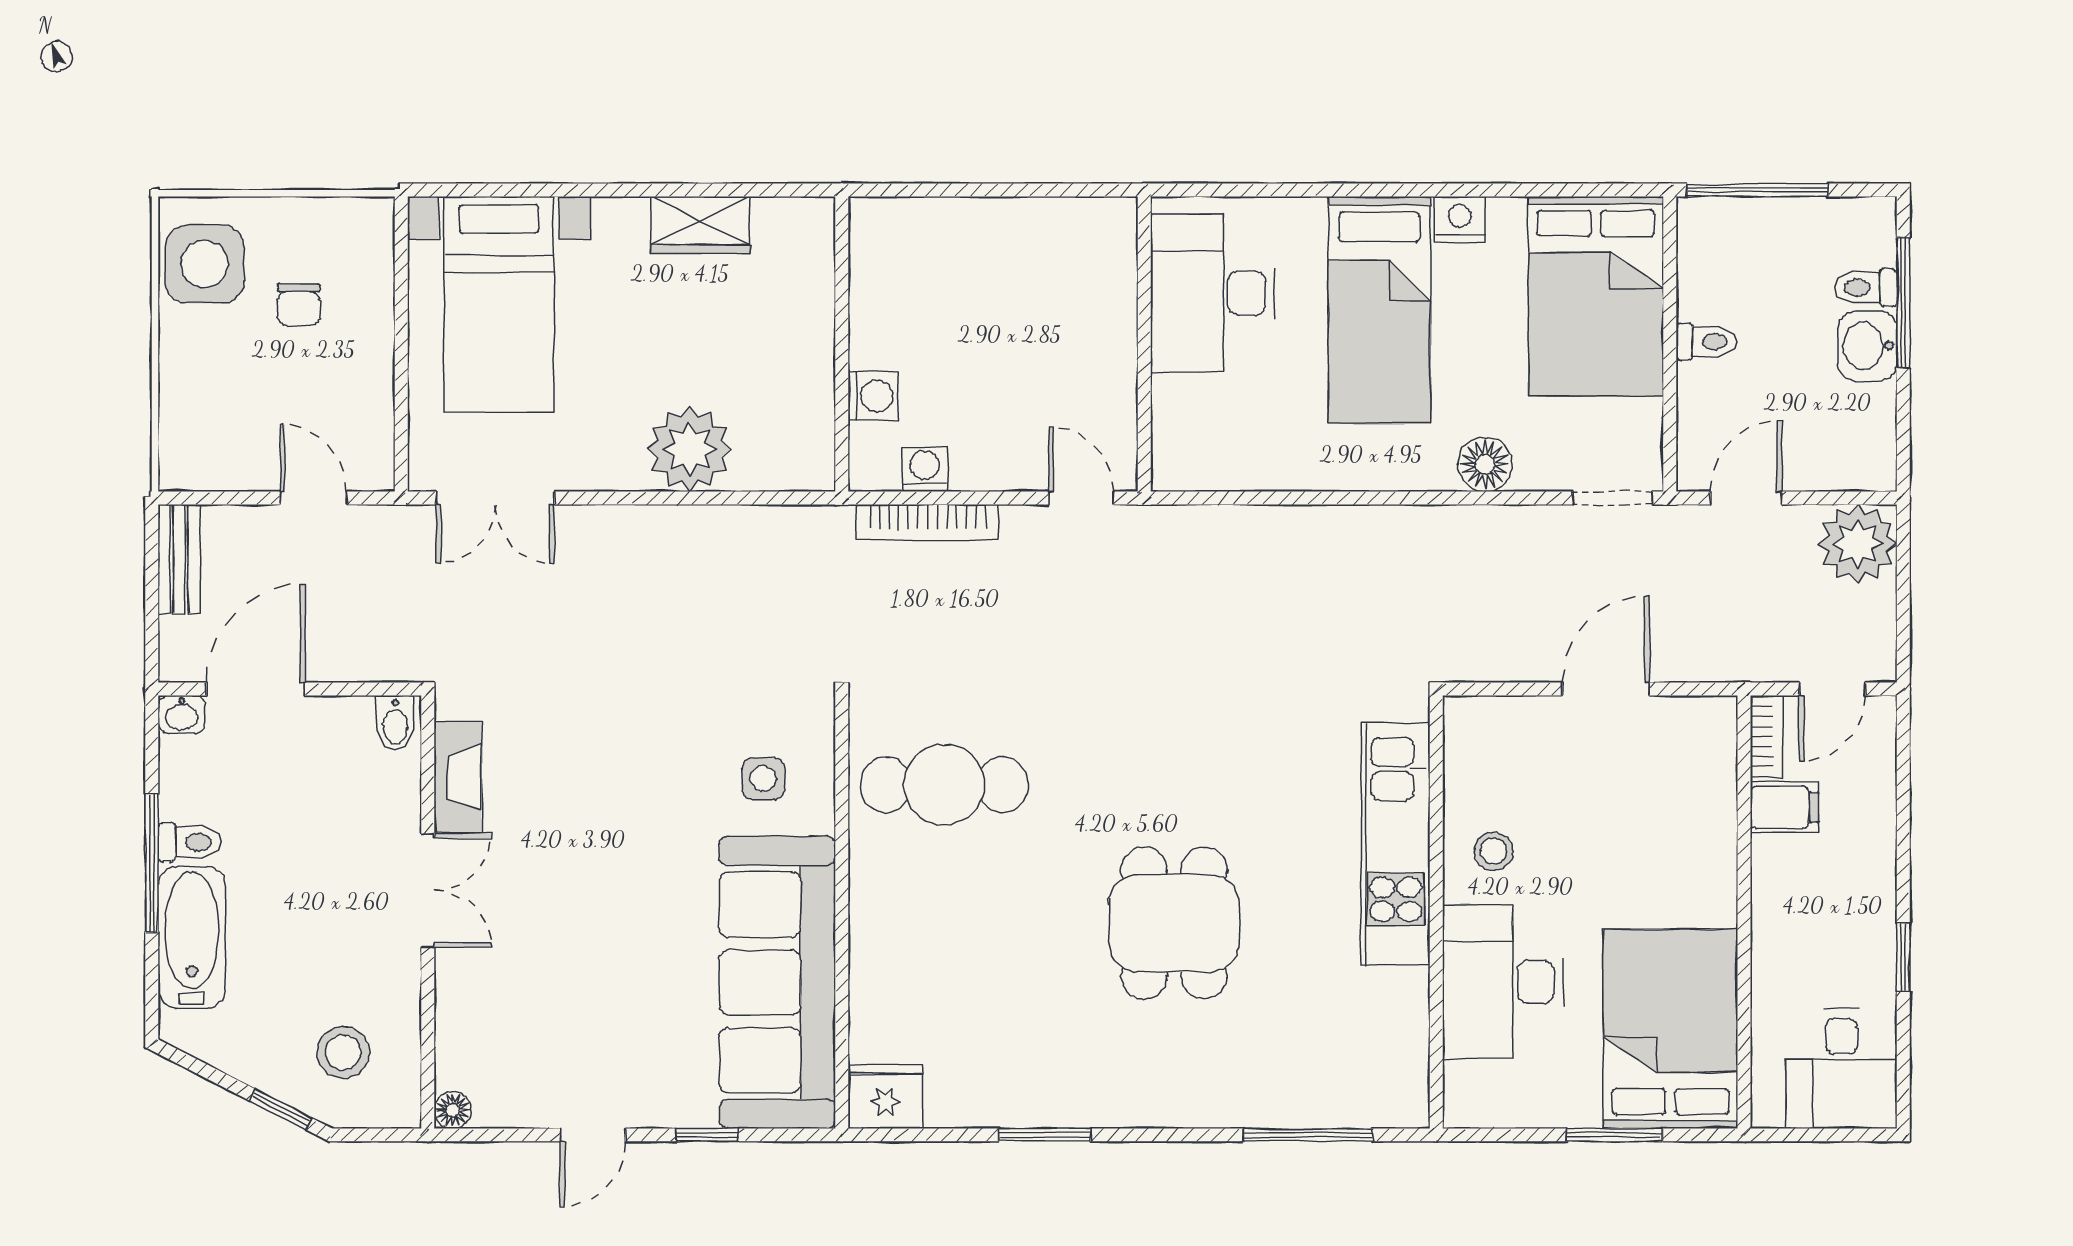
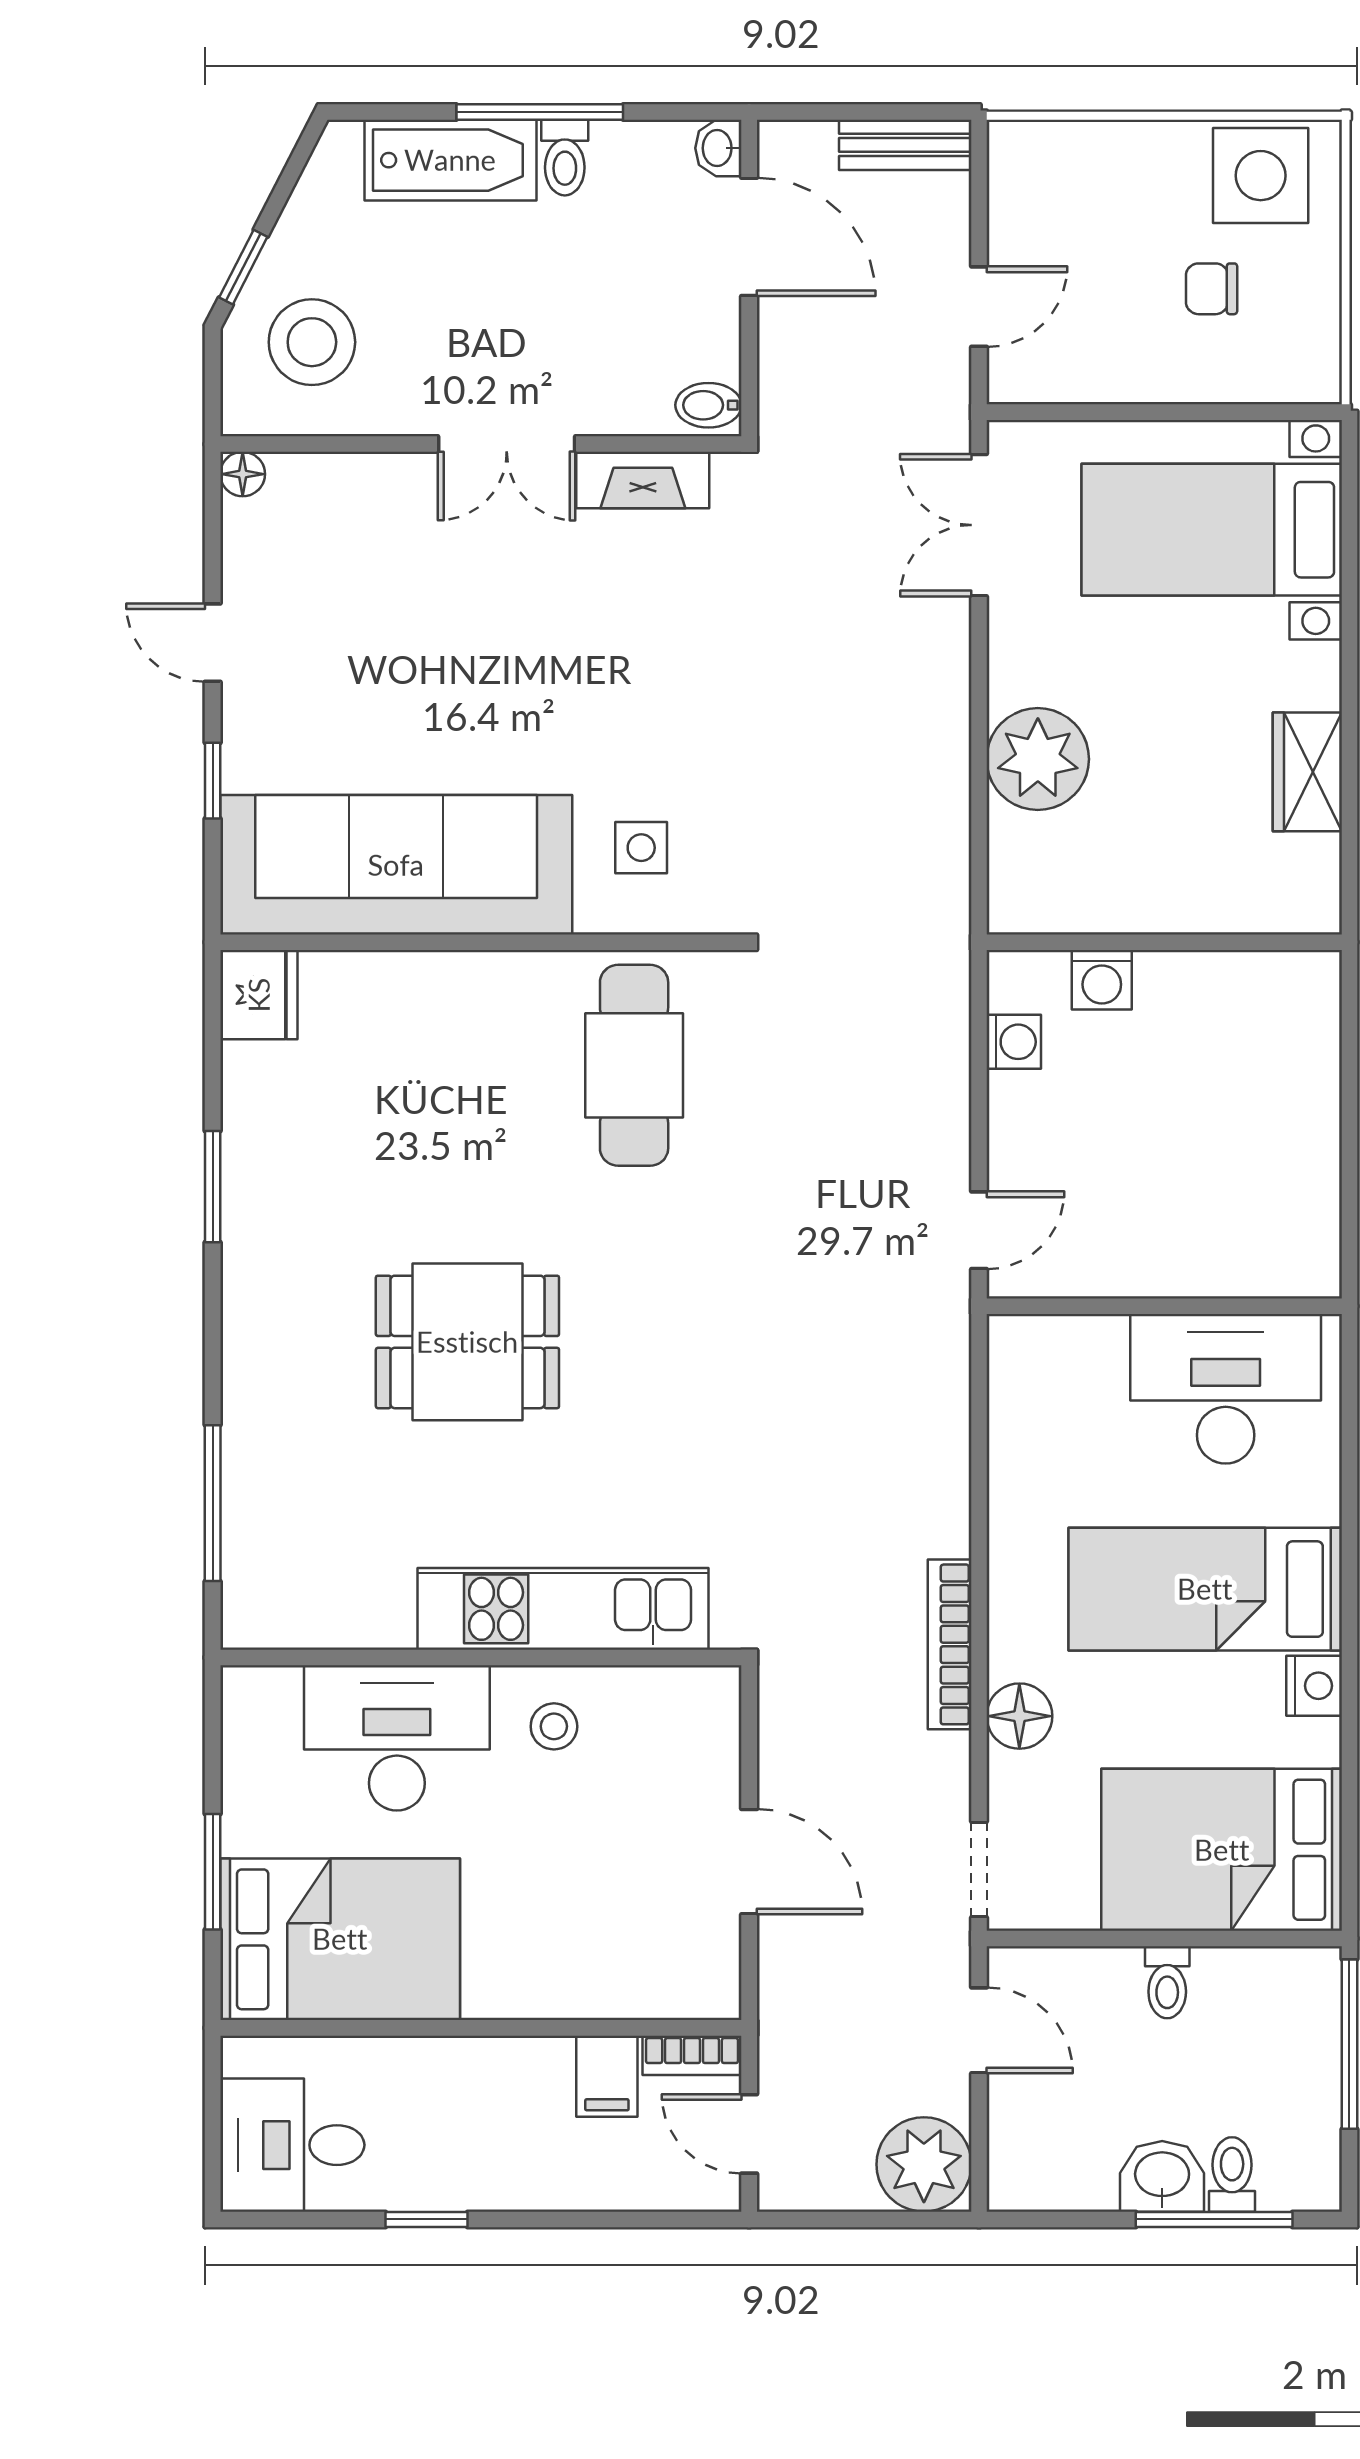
bookcase: (927, 522) -> (950, 1644), moved
stool: (343, 1052) -> (312, 342), width x1.38, depth x1.38

